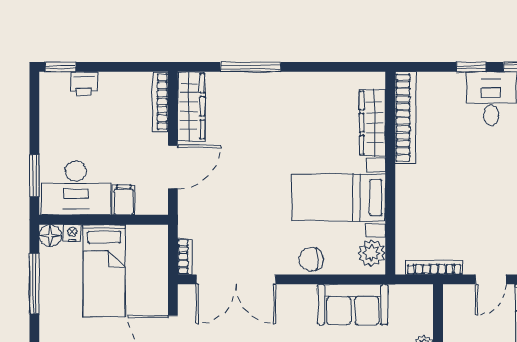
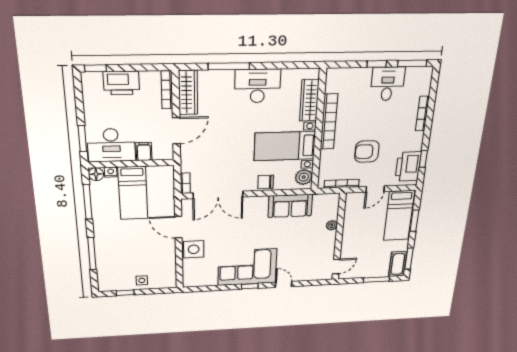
printer: (84, 84) -> (121, 83), width x1.87, depth x1.48
desk: (293, 98) -> (258, 86), added
bookcase: (405, 118) -> (329, 122), moved
armchair: (470, 211) -> (367, 151), added

